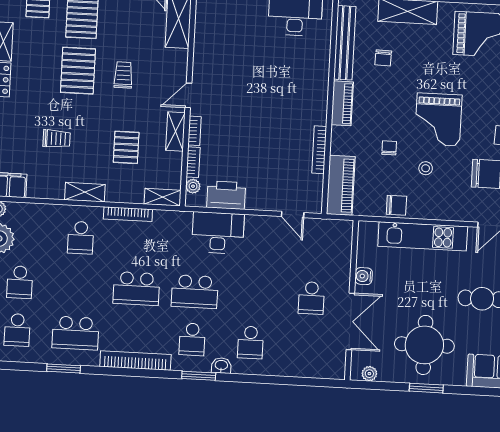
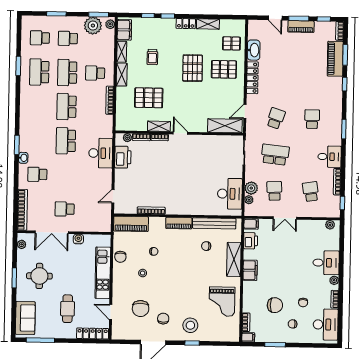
pallet: (78, 71) -> (193, 68), turned 90
trolley: (123, 75) -> (191, 95), removed
grand piano: (438, 120) -> (171, 279), removed
pallet: (126, 147) -> (149, 98), width x1.50, depth x1.42
shelving: (163, 197) -> (122, 52), moved
school desk: (192, 339) -> (67, 73), moved, width x1.85
round table: (424, 345) -> (39, 276), width x0.73, depth x0.73
bookcase: (135, 361) -> (22, 210), moved

